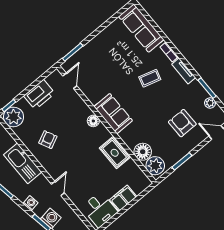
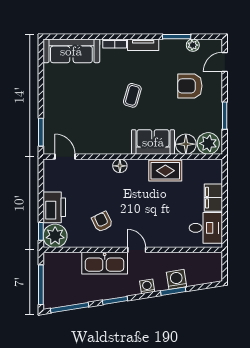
coffee table: (150, 78) -> (132, 95), moved
printer: (39, 95) -> (54, 207), moved
sofa: (113, 114) -> (153, 142), moved
door: (58, 188) -> (137, 250), moved

